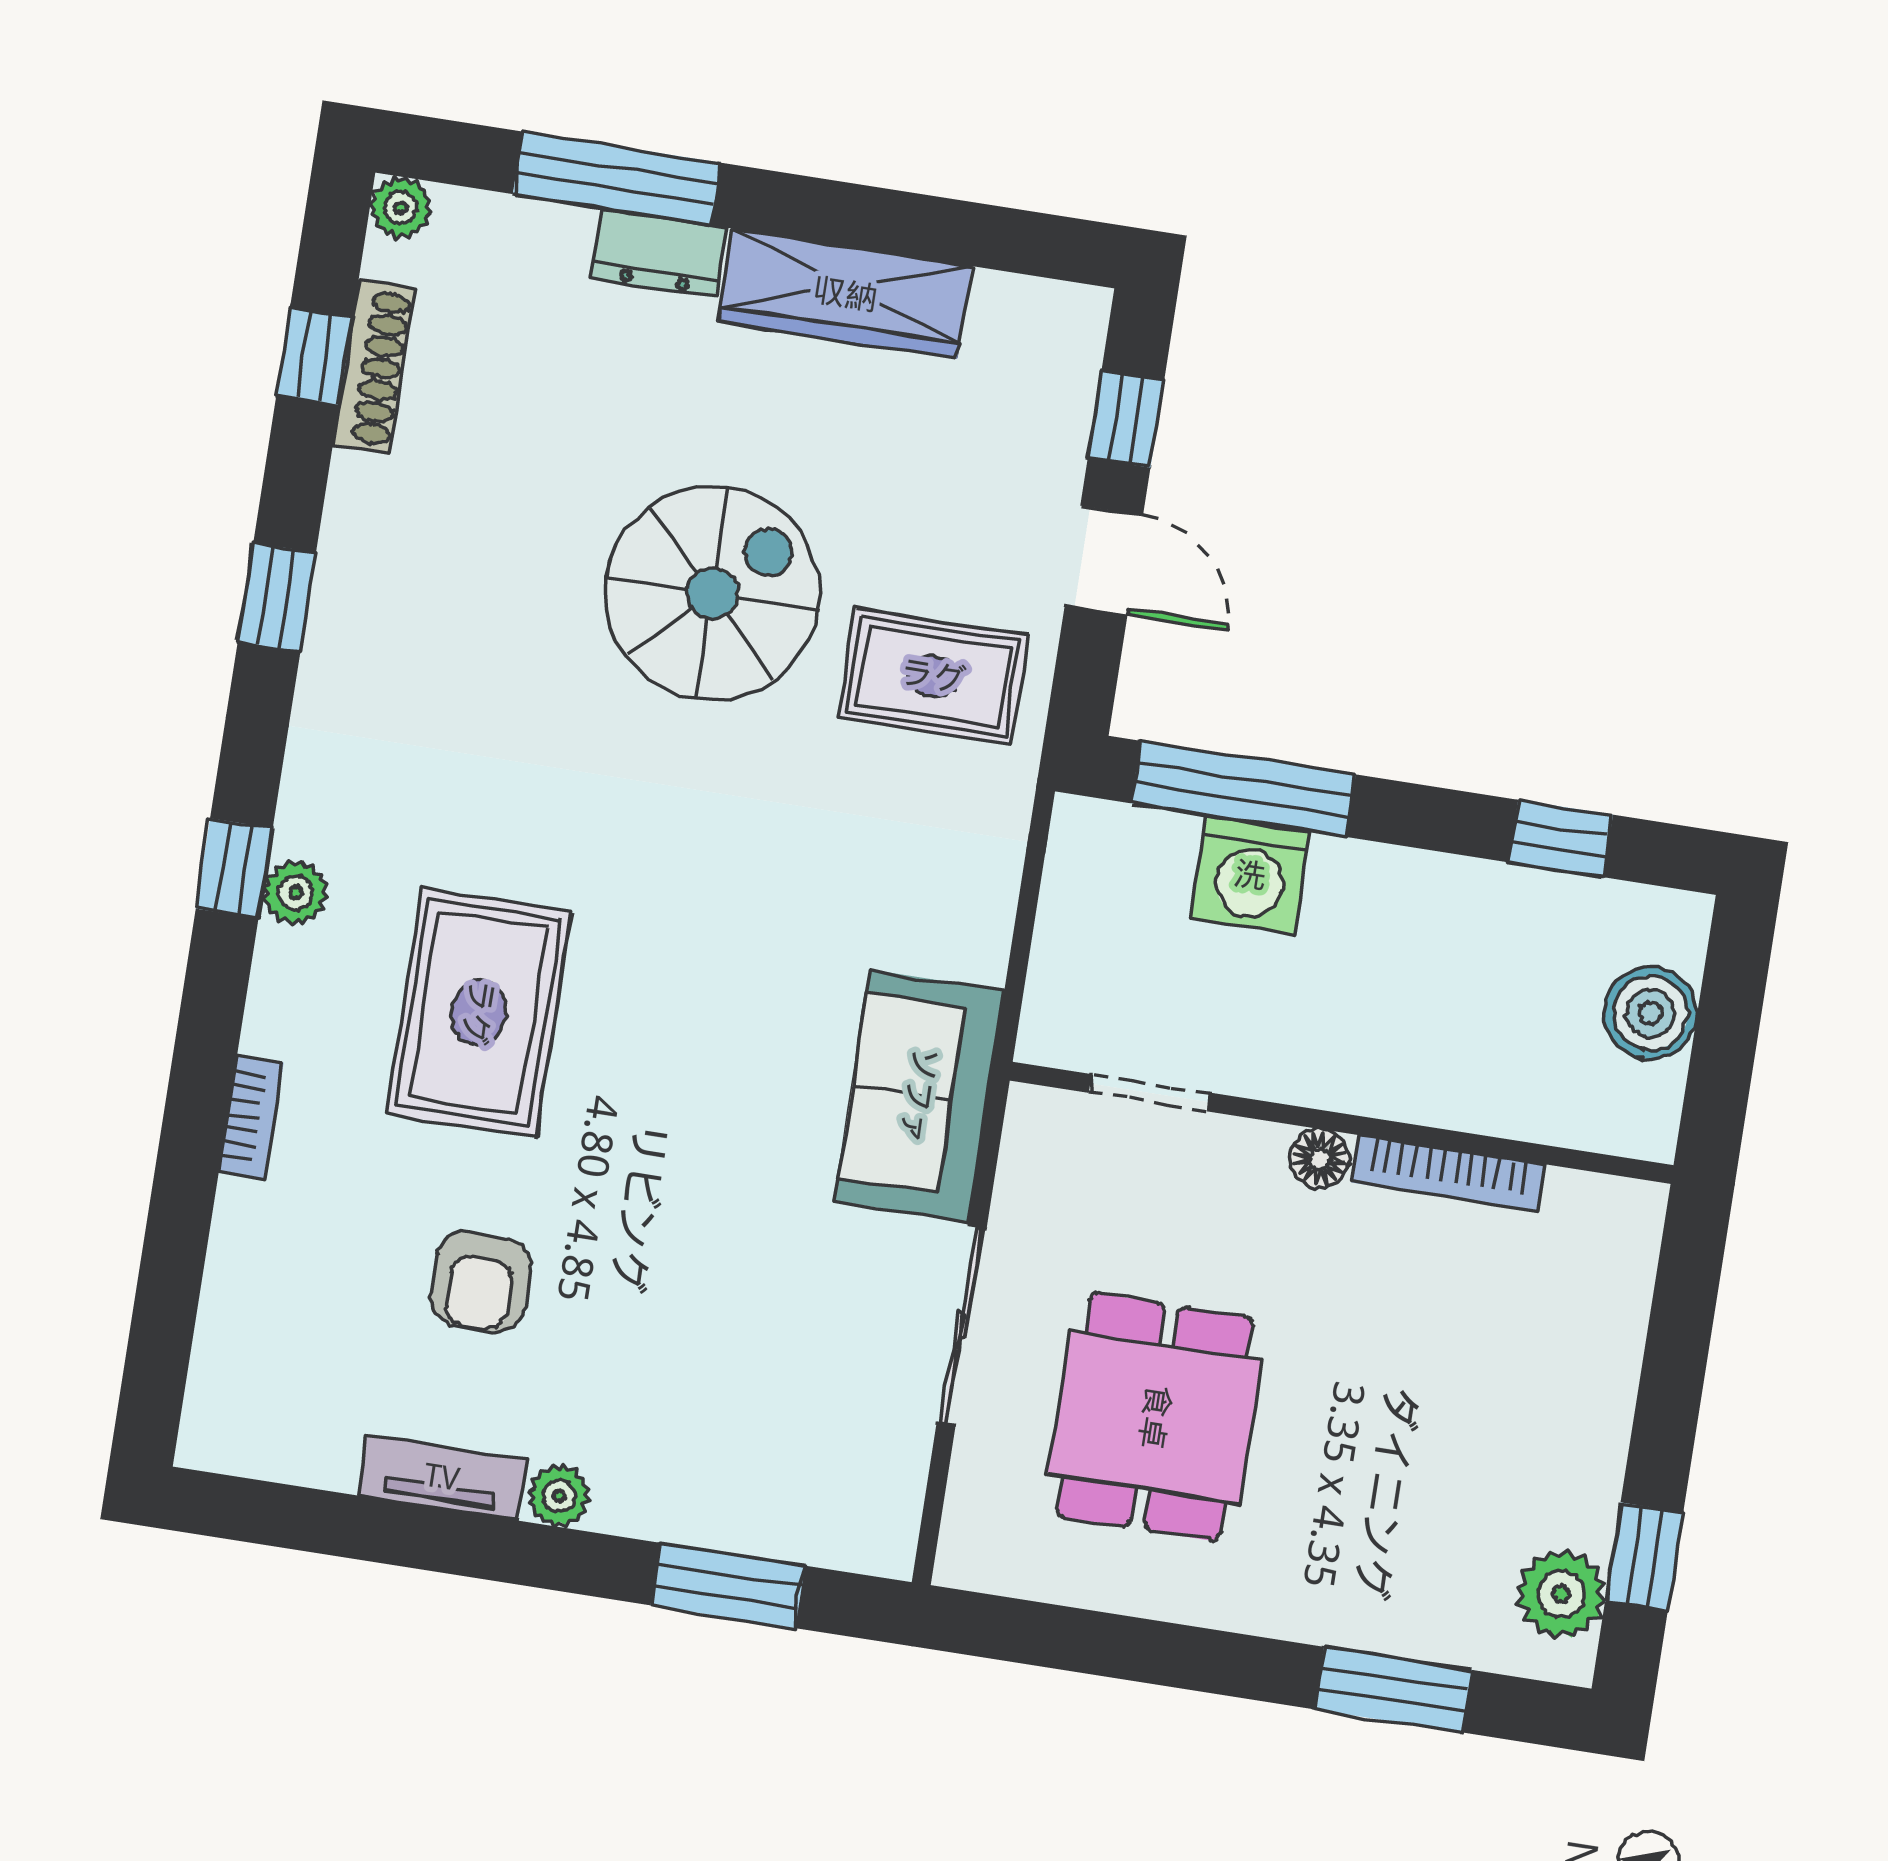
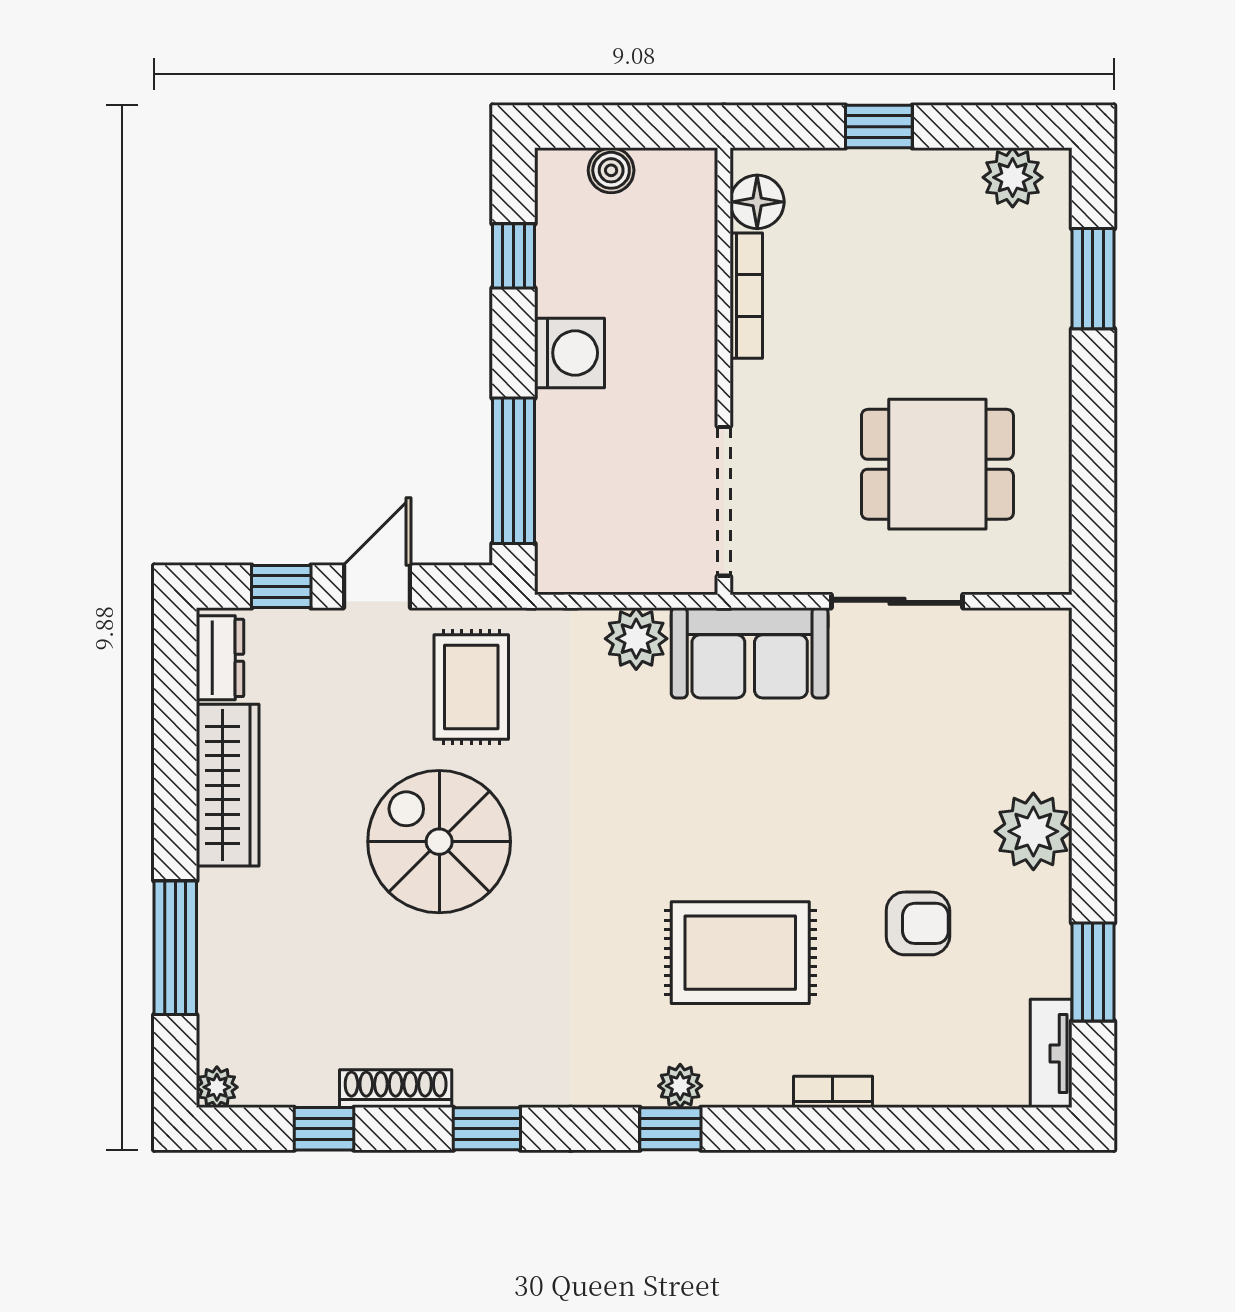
dresser: (658, 253) -> (220, 658), moved
shoe rack: (374, 367) -> (396, 1089), moved
washing machine: (1251, 875) -> (570, 353), moved
plant: (967, 931) -> (636, 639), added
boiler: (1651, 1013) -> (611, 170), width x0.73, depth x0.73
doorway: (1149, 1093) -> (724, 501), width x1.87
floor lamp: (1319, 1159) -> (757, 202), moved, width x1.37, depth x1.37
tv unit: (442, 1477) -> (1051, 1053), moved
plant: (559, 1496) -> (1033, 831), width x1.87, depth x1.87
window: (1644, 1557) -> (879, 127), moved
window: (728, 1585) -> (1093, 972), moved

